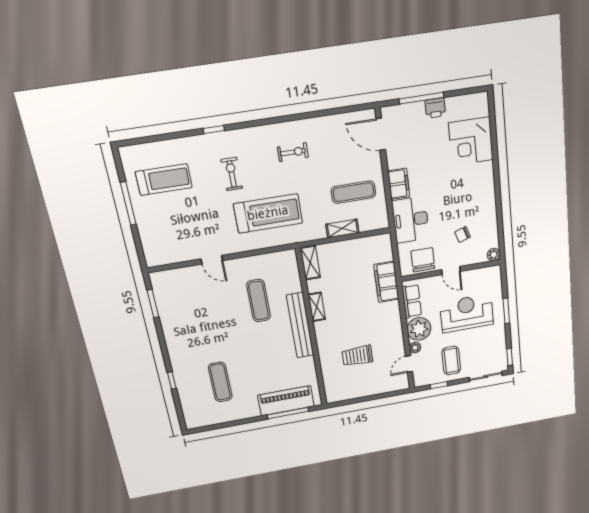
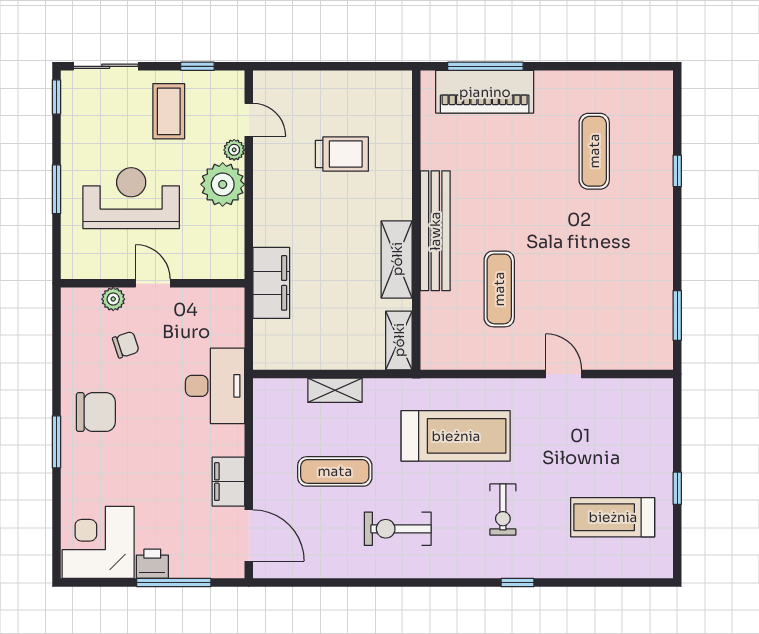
corner desk: (471, 141) -> (98, 542), moved, turned -90
exercise bike: (293, 152) -> (398, 529), width x1.38, depth x1.39
window: (496, 173) -> (56, 442), added
filing cabinet: (399, 184) -> (228, 482), moved
exercise mat: (353, 192) -> (335, 471), moved
window: (128, 204) -> (677, 488), width x0.46
treadmill: (268, 213) -> (456, 436), turned 180
plant: (494, 255) -> (113, 299), moved
chair: (423, 260) -> (96, 412), moved, turned -90
row of seats: (412, 301) -> (230, 239), removed
shelving: (317, 307) -> (397, 259), width x1.50, depth x1.33
reception desk: (467, 313) -> (131, 198), turned 180
door: (409, 364) -> (249, 120), hinge flipped

